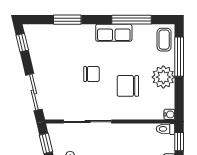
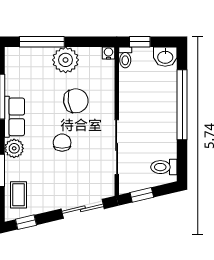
plant: (86, 32) -> (14, 148), added
coffee table: (164, 40) -> (19, 195), moved, turned 90
chair: (128, 86) -> (76, 101), turned -99

